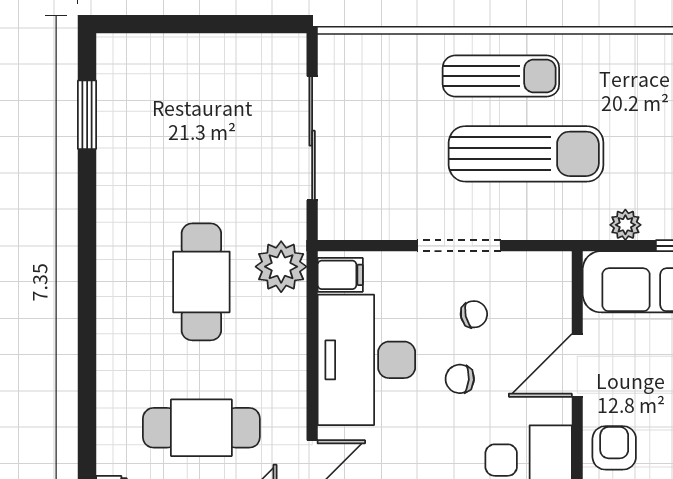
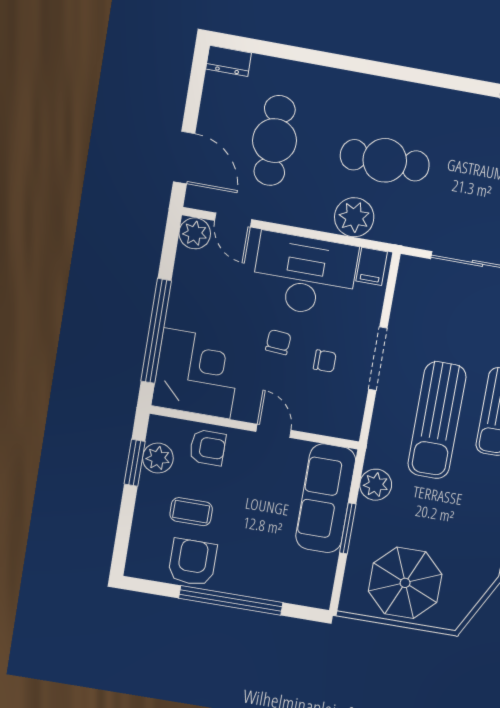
plant: (625, 225) -> (376, 485), width x1.38, depth x1.38
plant: (281, 267) -> (354, 217), moved
chair: (474, 314) -> (325, 361), turned -77
door: (577, 365) -> (274, 431), width x0.73

